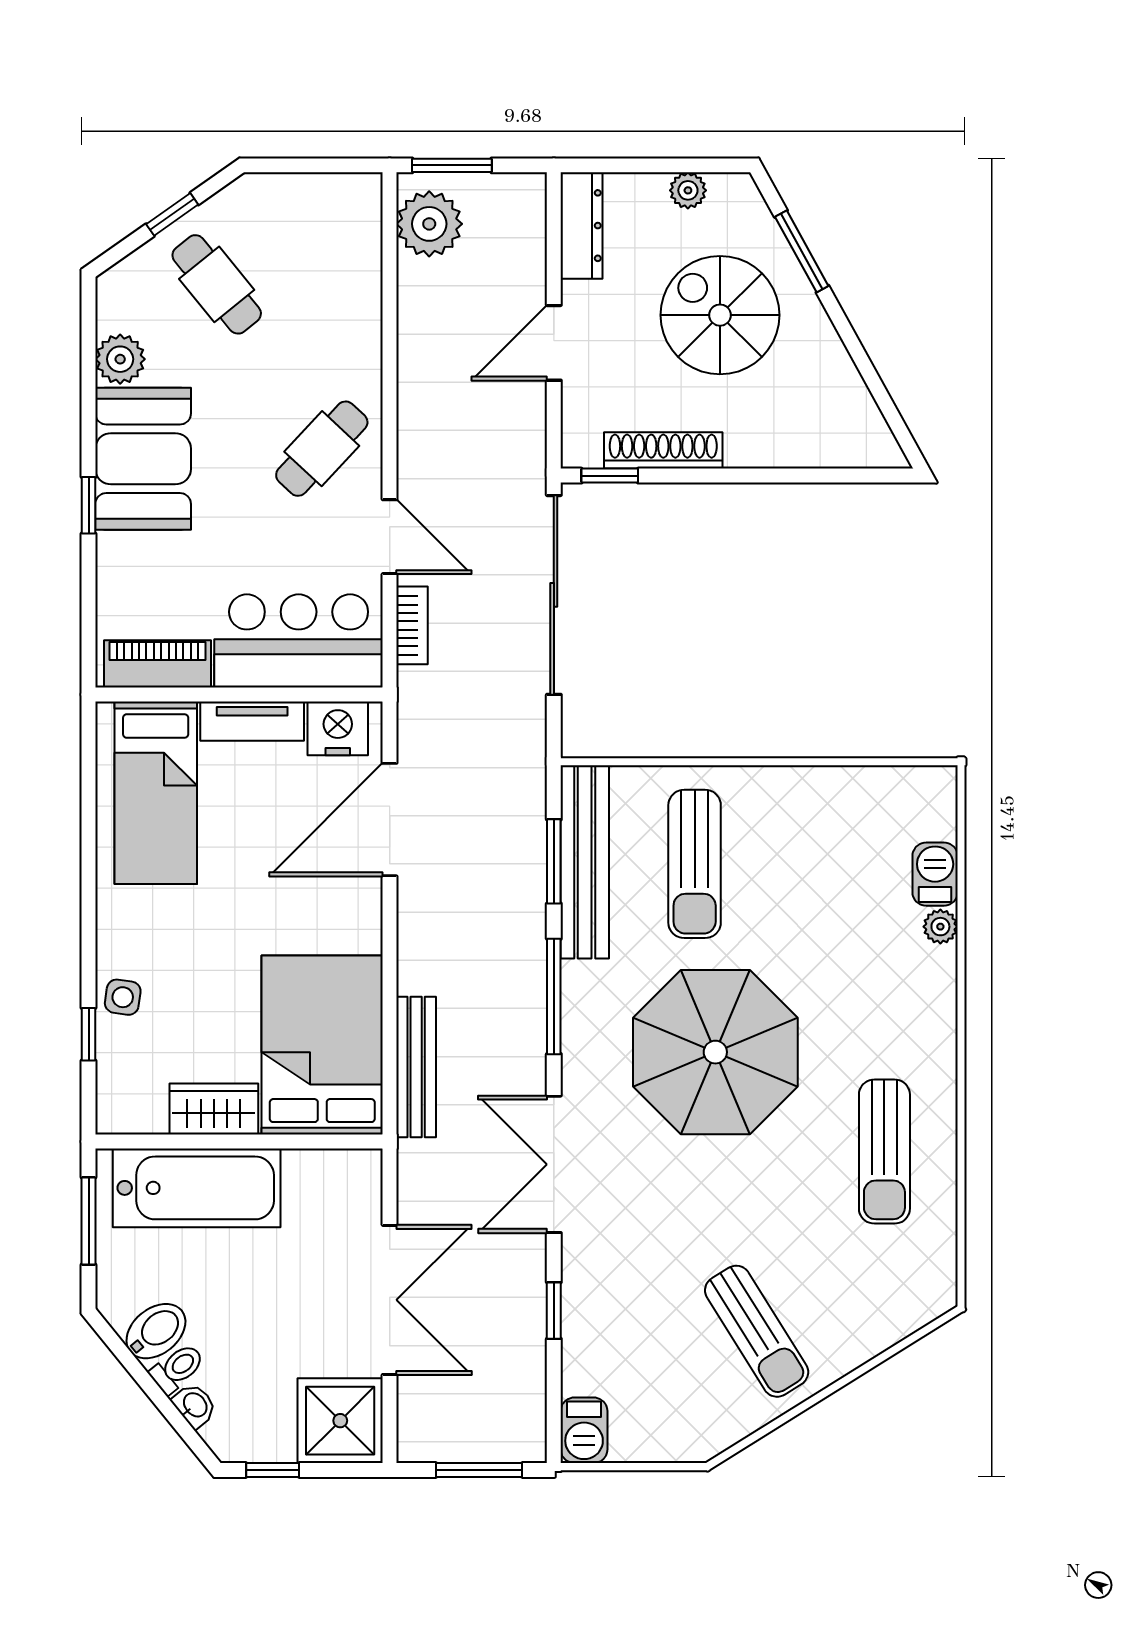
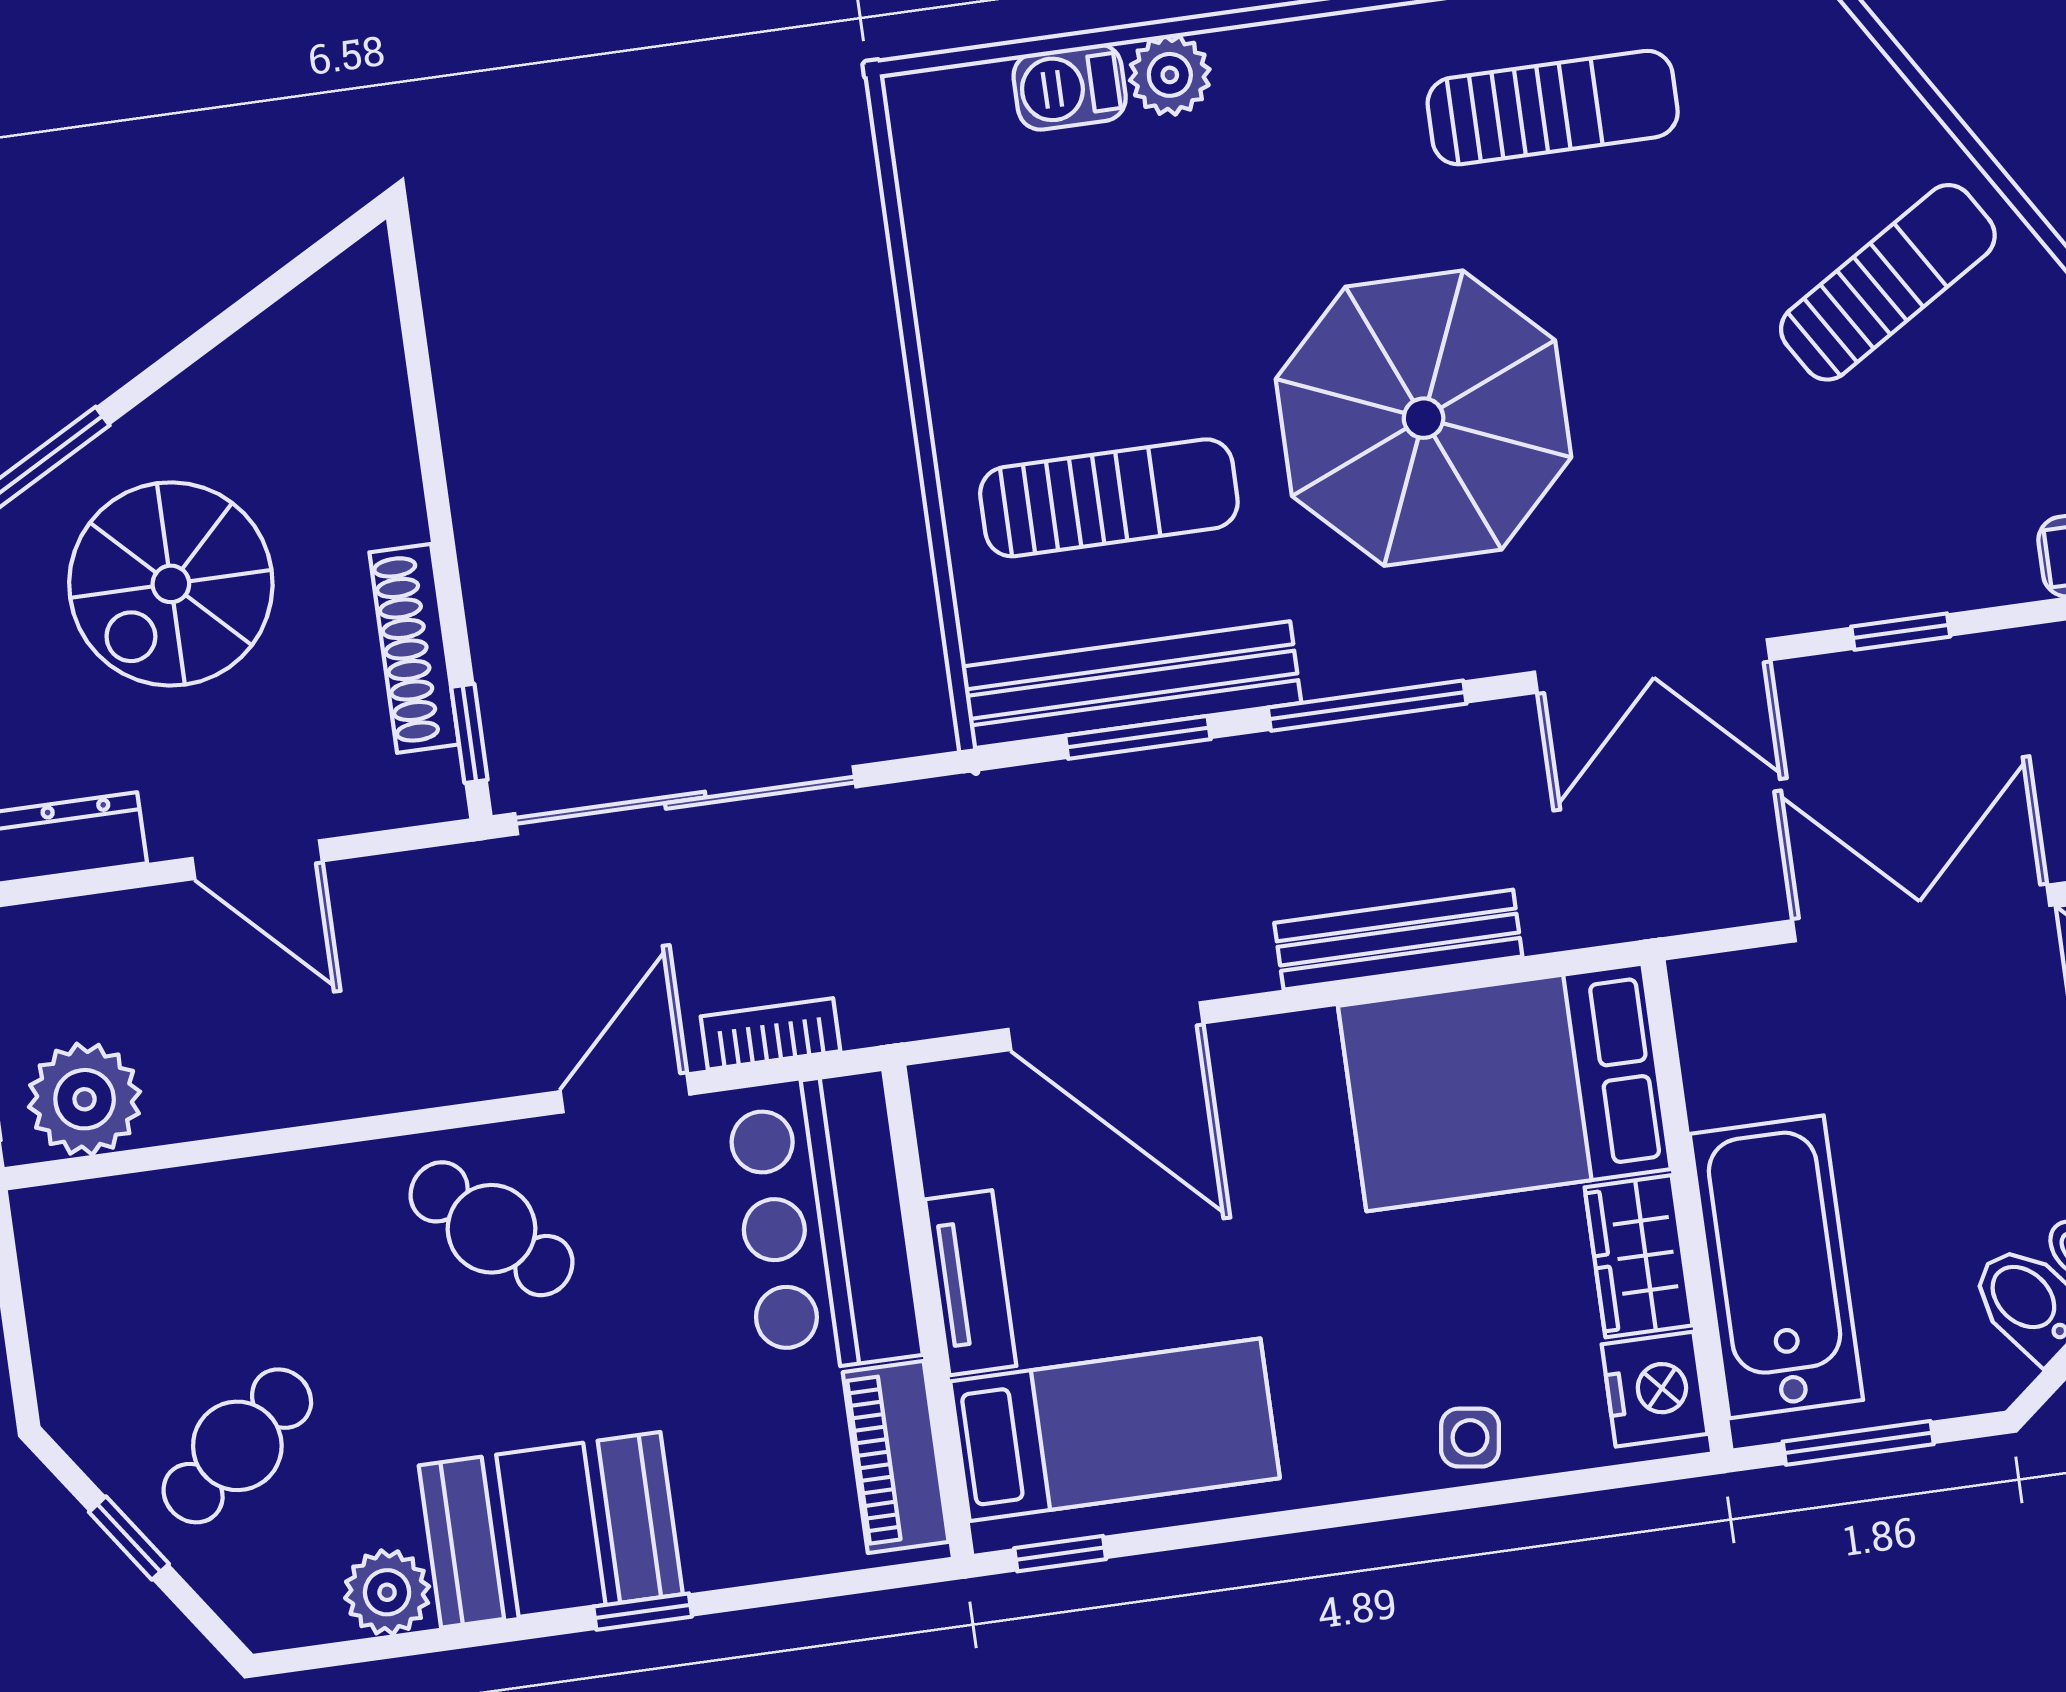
nightstand: (338, 728) -> (1655, 1389), moved, turned 180
plant: (940, 927) -> (1170, 75), width x1.38, depth x1.38
window: (89, 1034) -> (1060, 1554), moved
bench: (416, 1067) -> (1398, 940), moved

